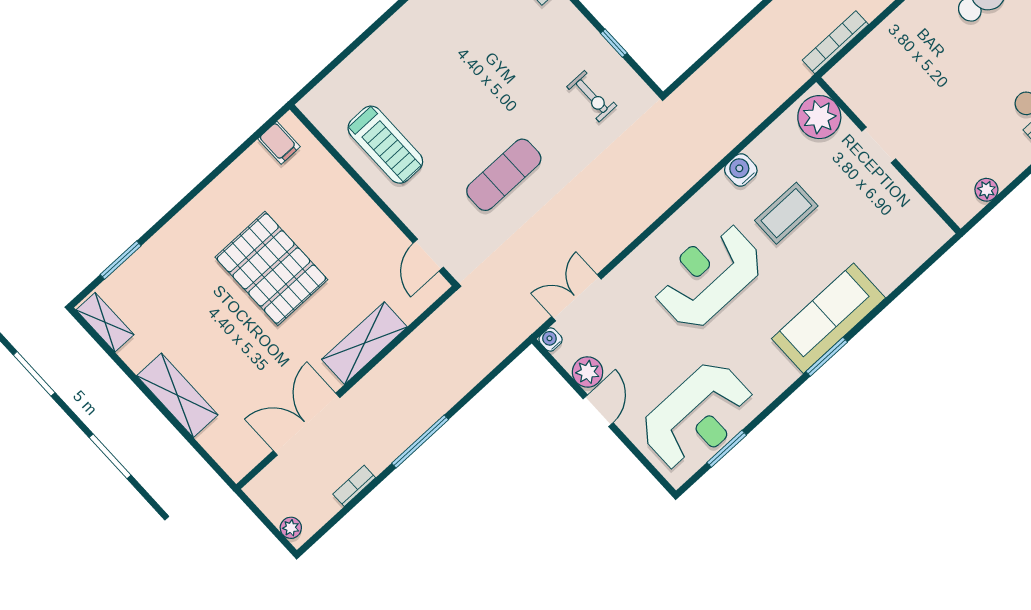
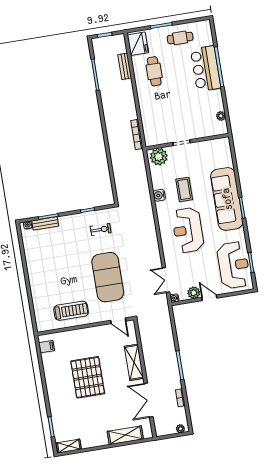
exercise mat: (504, 175) -> (108, 277), width x2.00, depth x1.45
pallet: (271, 268) -> (88, 377), turned 90
sofa: (829, 318) -> (227, 199), width x1.36, depth x1.27
shelving: (177, 395) -> (125, 435), moved

